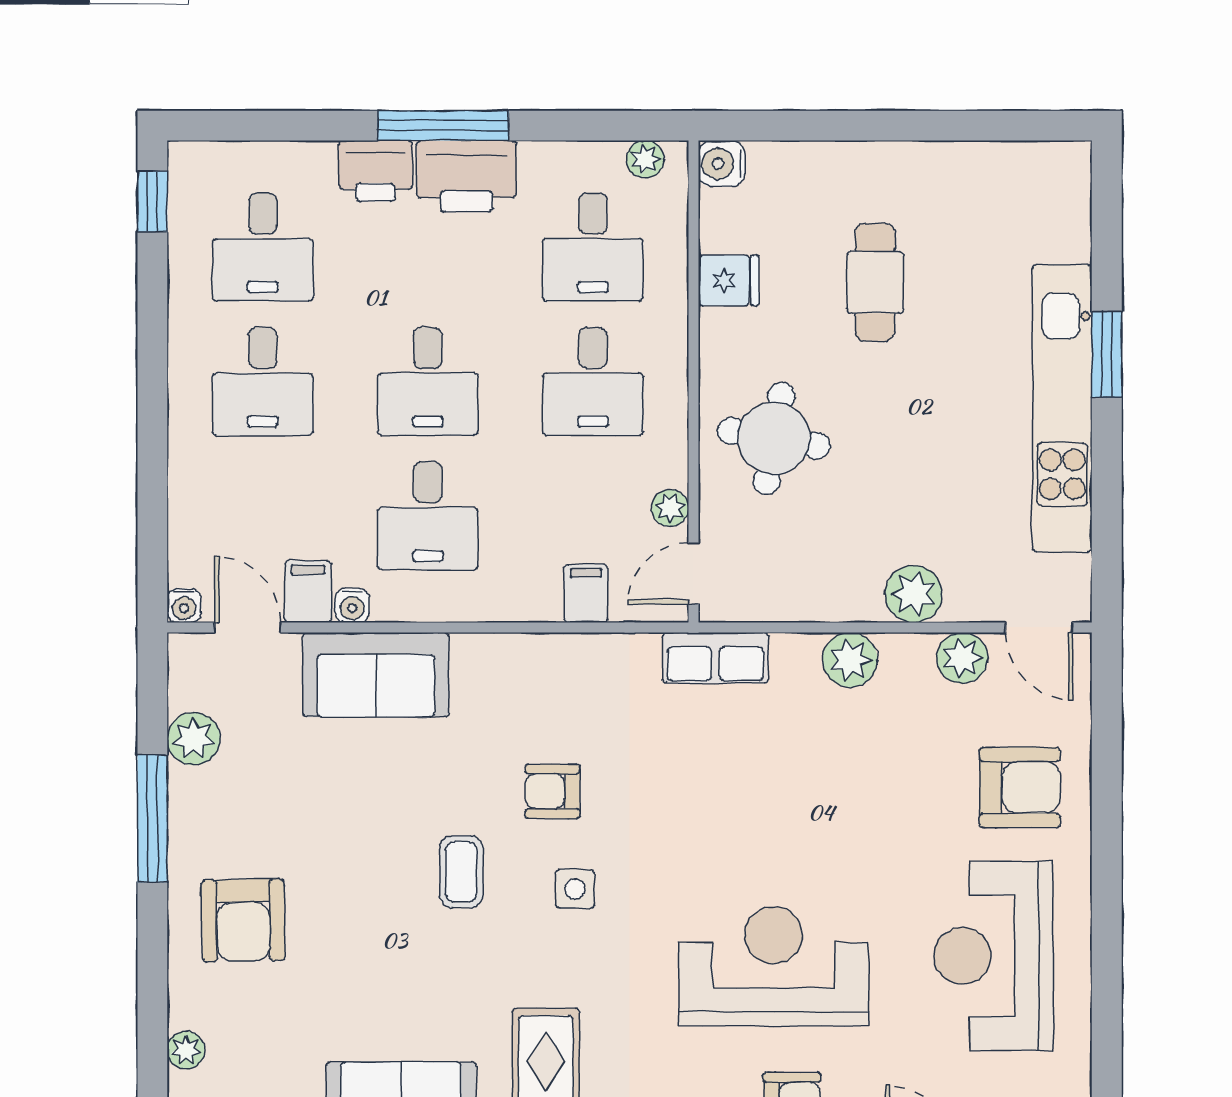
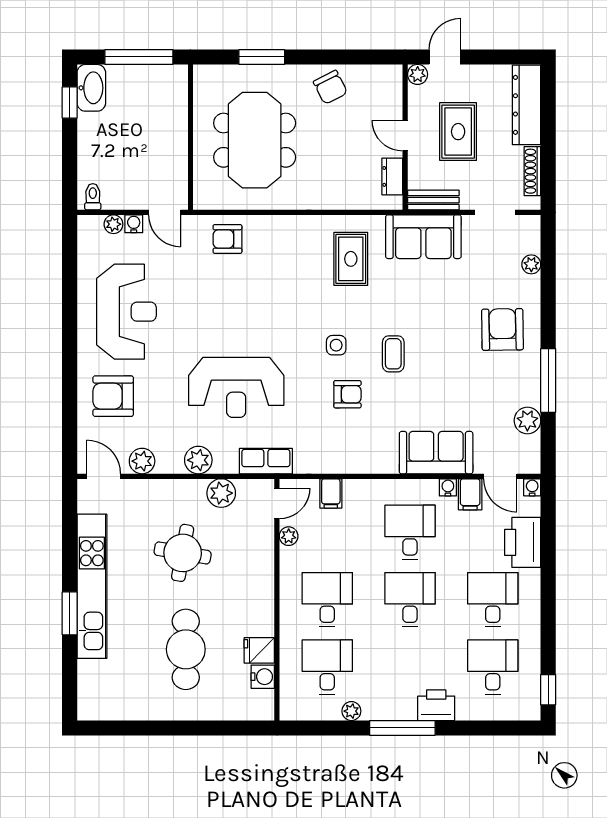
plant: (645, 159) -> (351, 711), moved
water cooler: (722, 164) -> (263, 677), moved
printer: (466, 176) -> (523, 542), moved, turned -90
cafe table: (875, 282) -> (186, 649), width x1.37, depth x1.35
round table: (774, 438) -> (183, 553), moved
plant: (914, 594) -> (221, 493), moved
reception desk: (774, 966) -> (236, 387), moved

